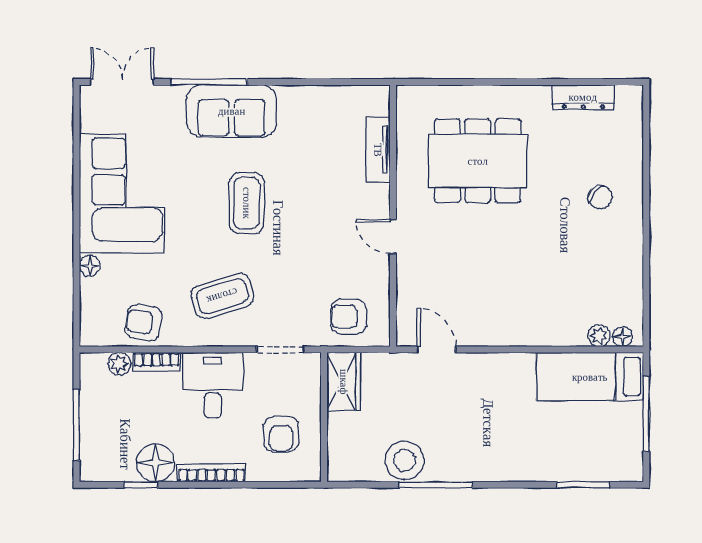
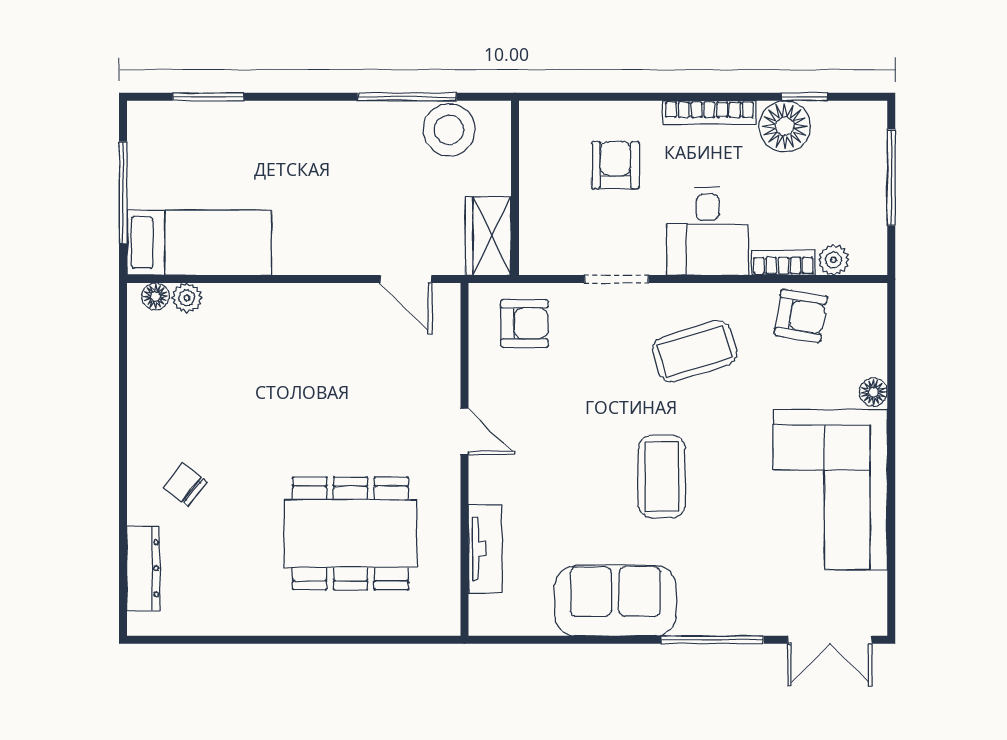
dresser: (583, 97) -> (143, 568), moved, turned 90
sofa: (232, 111) -> (615, 601), moved
wardrobe: (344, 382) -> (488, 236), moved
wall: (324, 417) -> (515, 188), moved

